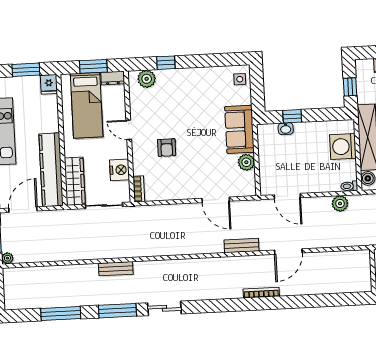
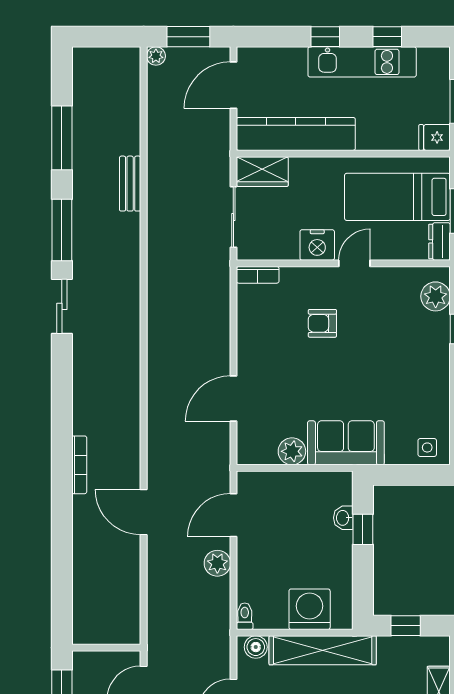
nightstand: (120, 170) -> (317, 245), moved
wardrobe: (75, 181) -> (262, 172), width x0.67
plant: (340, 203) -> (217, 563), moved
door: (23, 210) -> (233, 85), swing flipped
bench: (242, 246) -> (157, 437), removed
bench: (116, 269) -> (130, 184), moved

